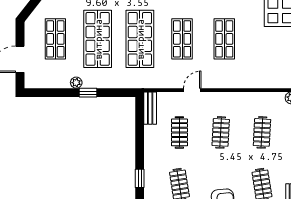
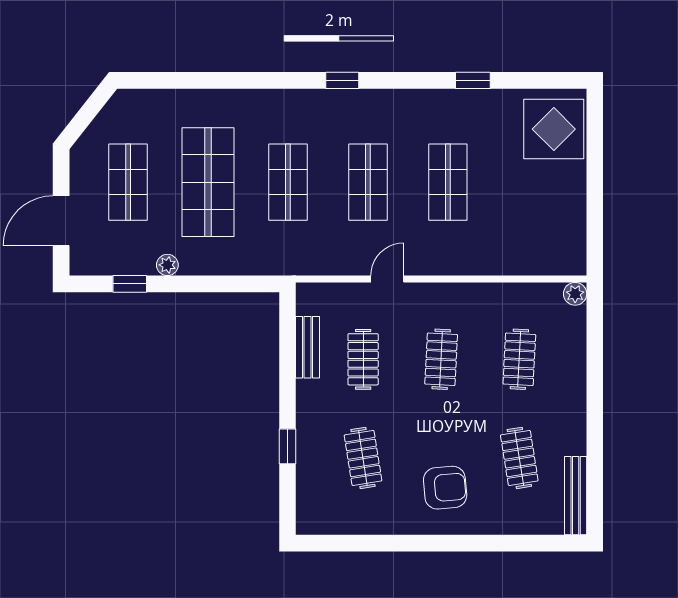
shop shelf: (140, 39) -> (288, 182), width x0.70, depth x0.74
window: (88, 93) -> (130, 284), moved
bench: (150, 108) -> (308, 347), moved

